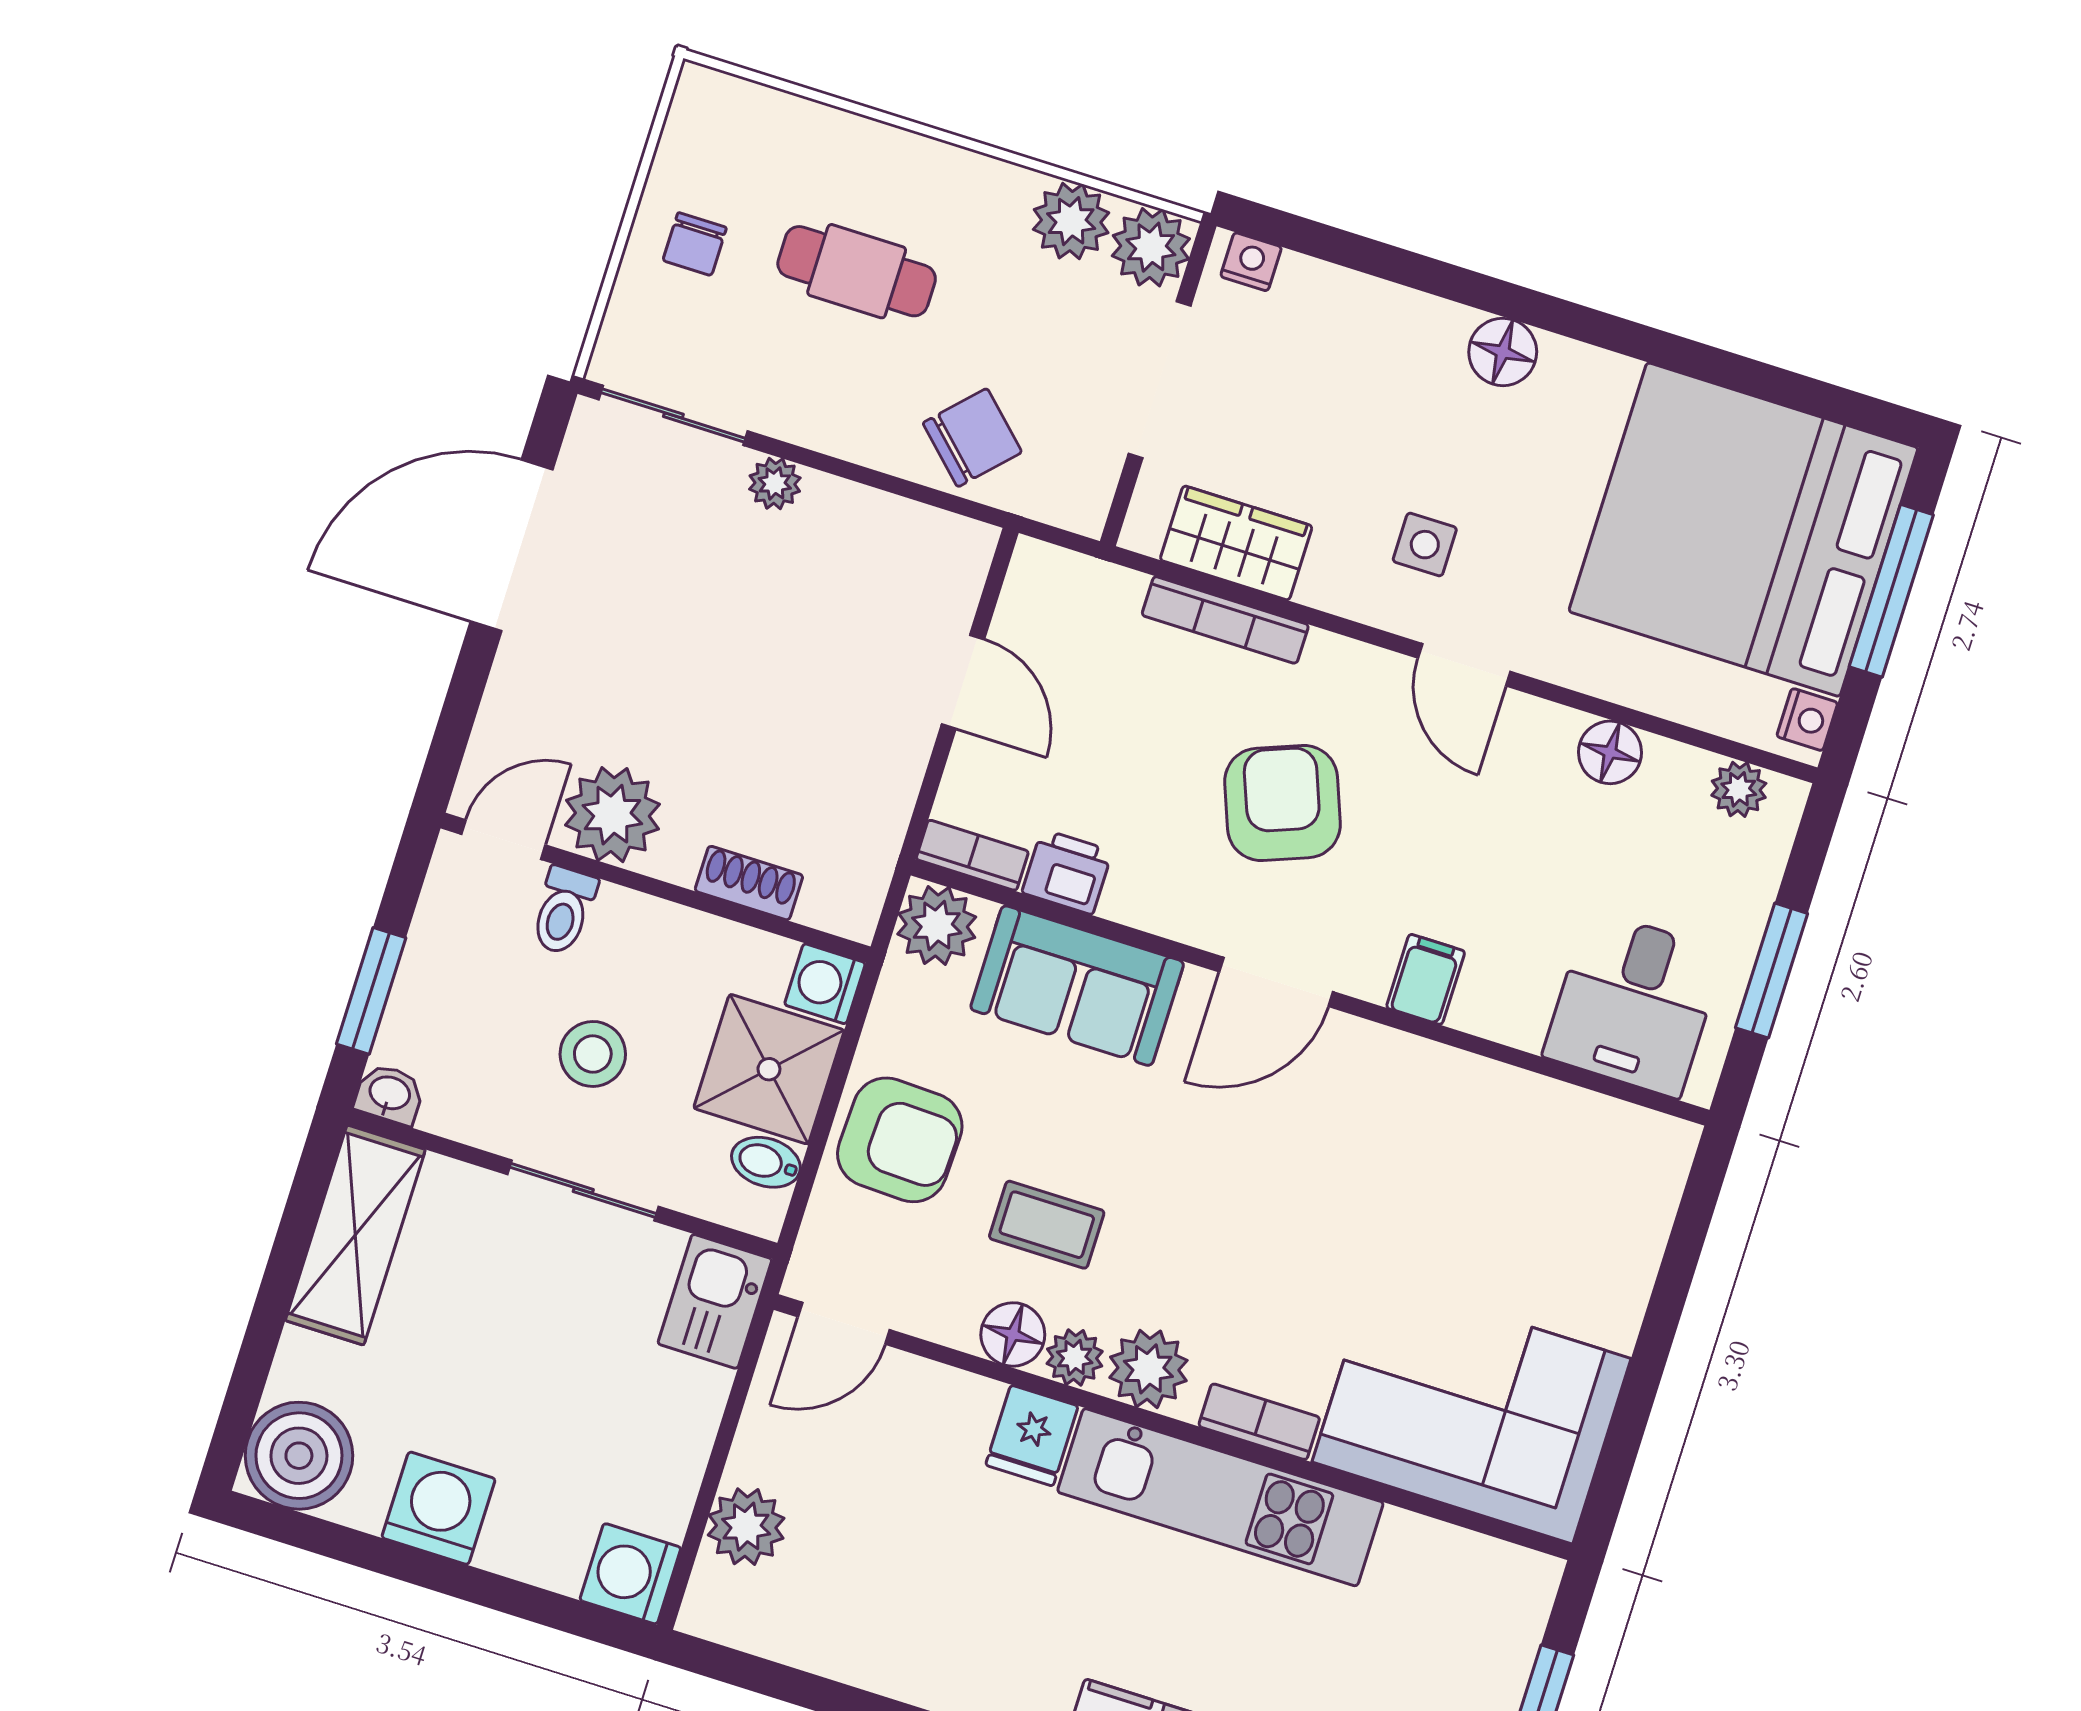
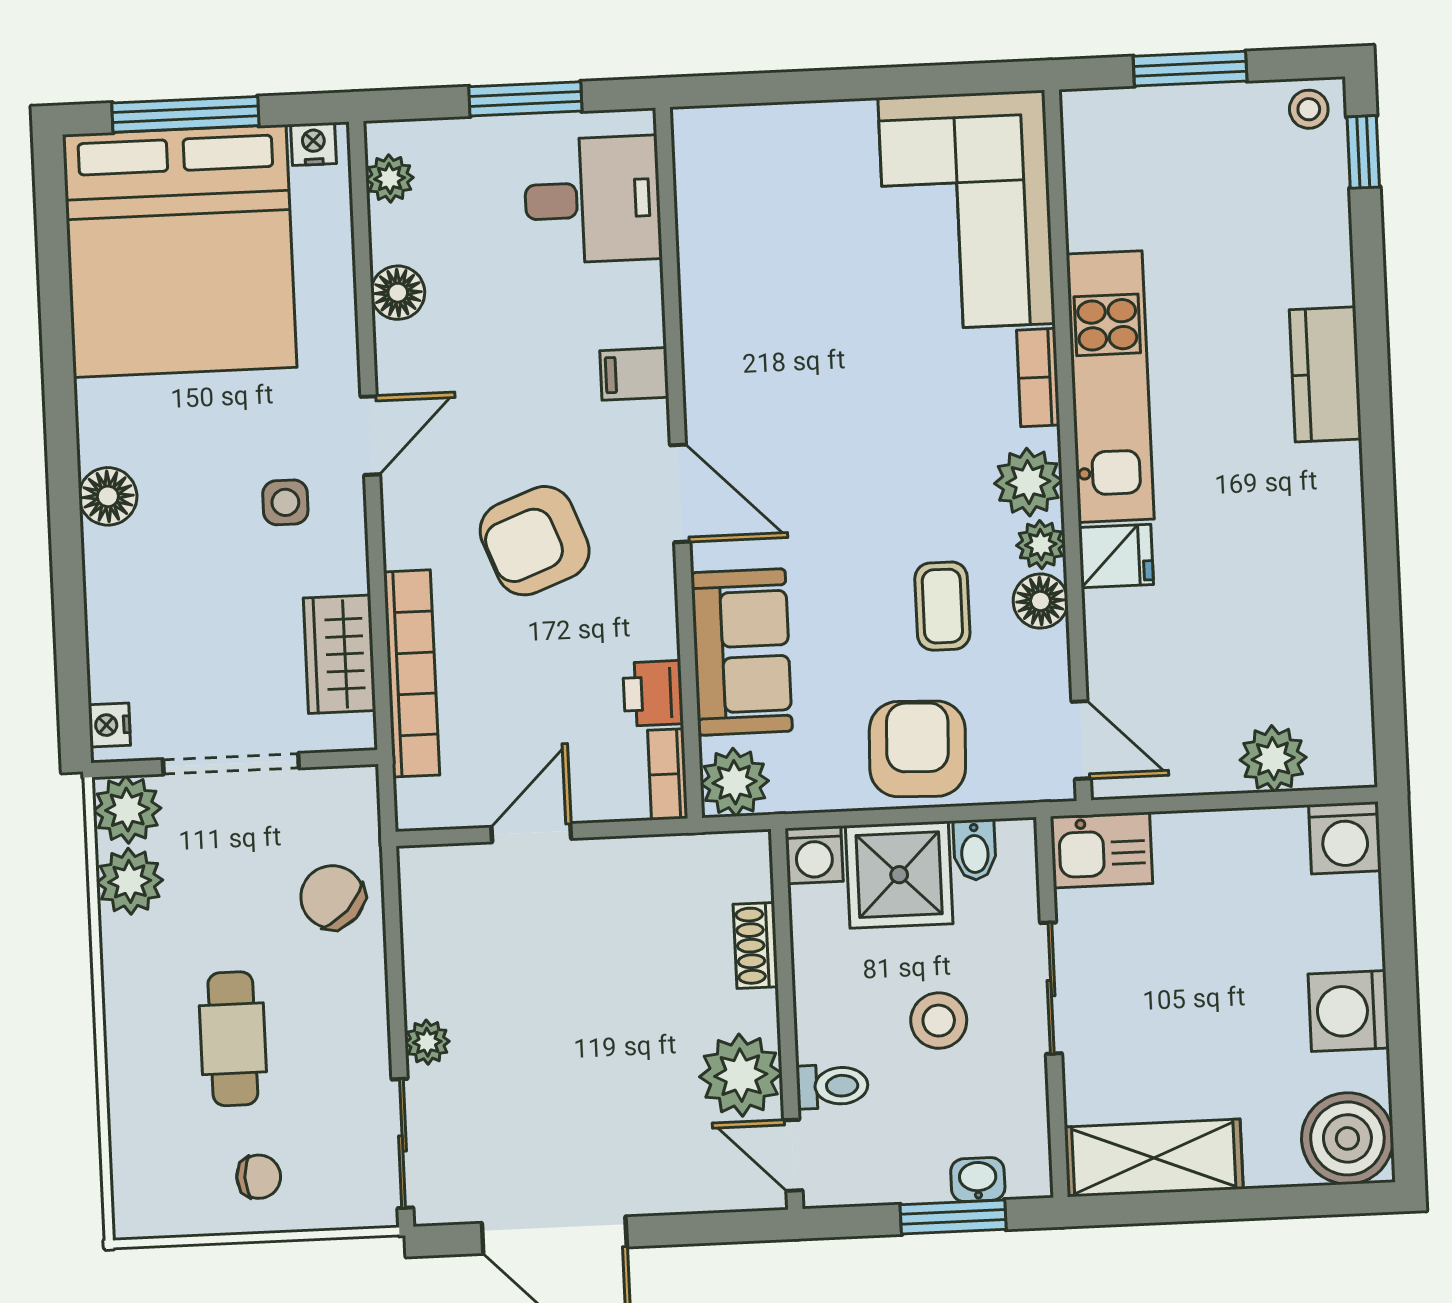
bookcase: (1225, 620) -> (412, 673), width x1.48, depth x1.31
washbasin: (389, 1094) -> (978, 1180), moved, turned 90

